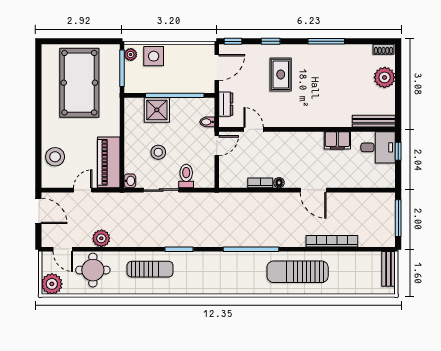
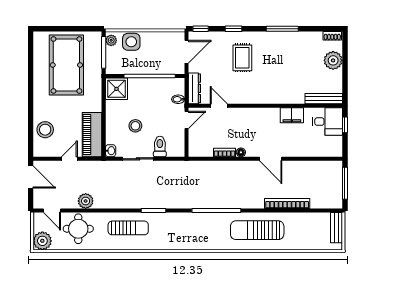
dresser: (226, 104) -> (194, 88), width x1.44
shower: (157, 110) -> (116, 89), moved

